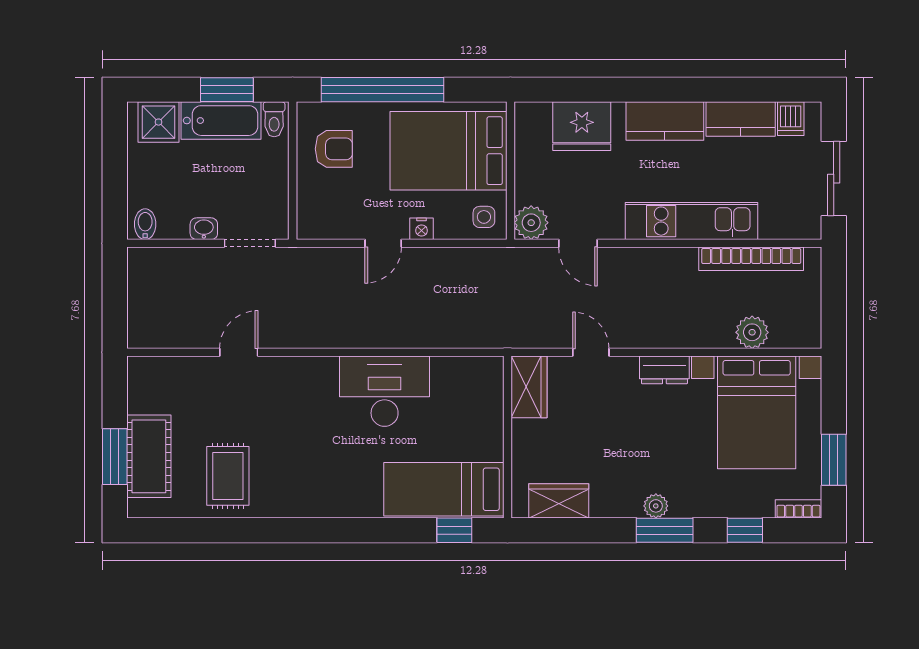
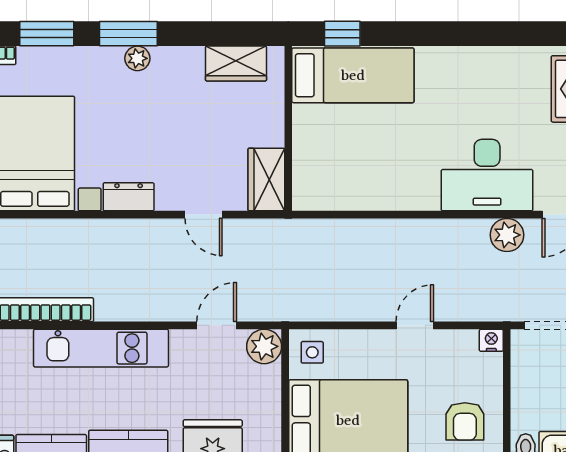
armchair: (334, 149) -> (465, 421), turned -90
nightstand: (422, 229) -> (491, 340), moved
door: (578, 243) -> (217, 325), hinge flipped
plant: (752, 332) -> (507, 235), moved
desk: (385, 391) -> (487, 175), moved
window: (745, 530) -> (47, 34), width x1.50

